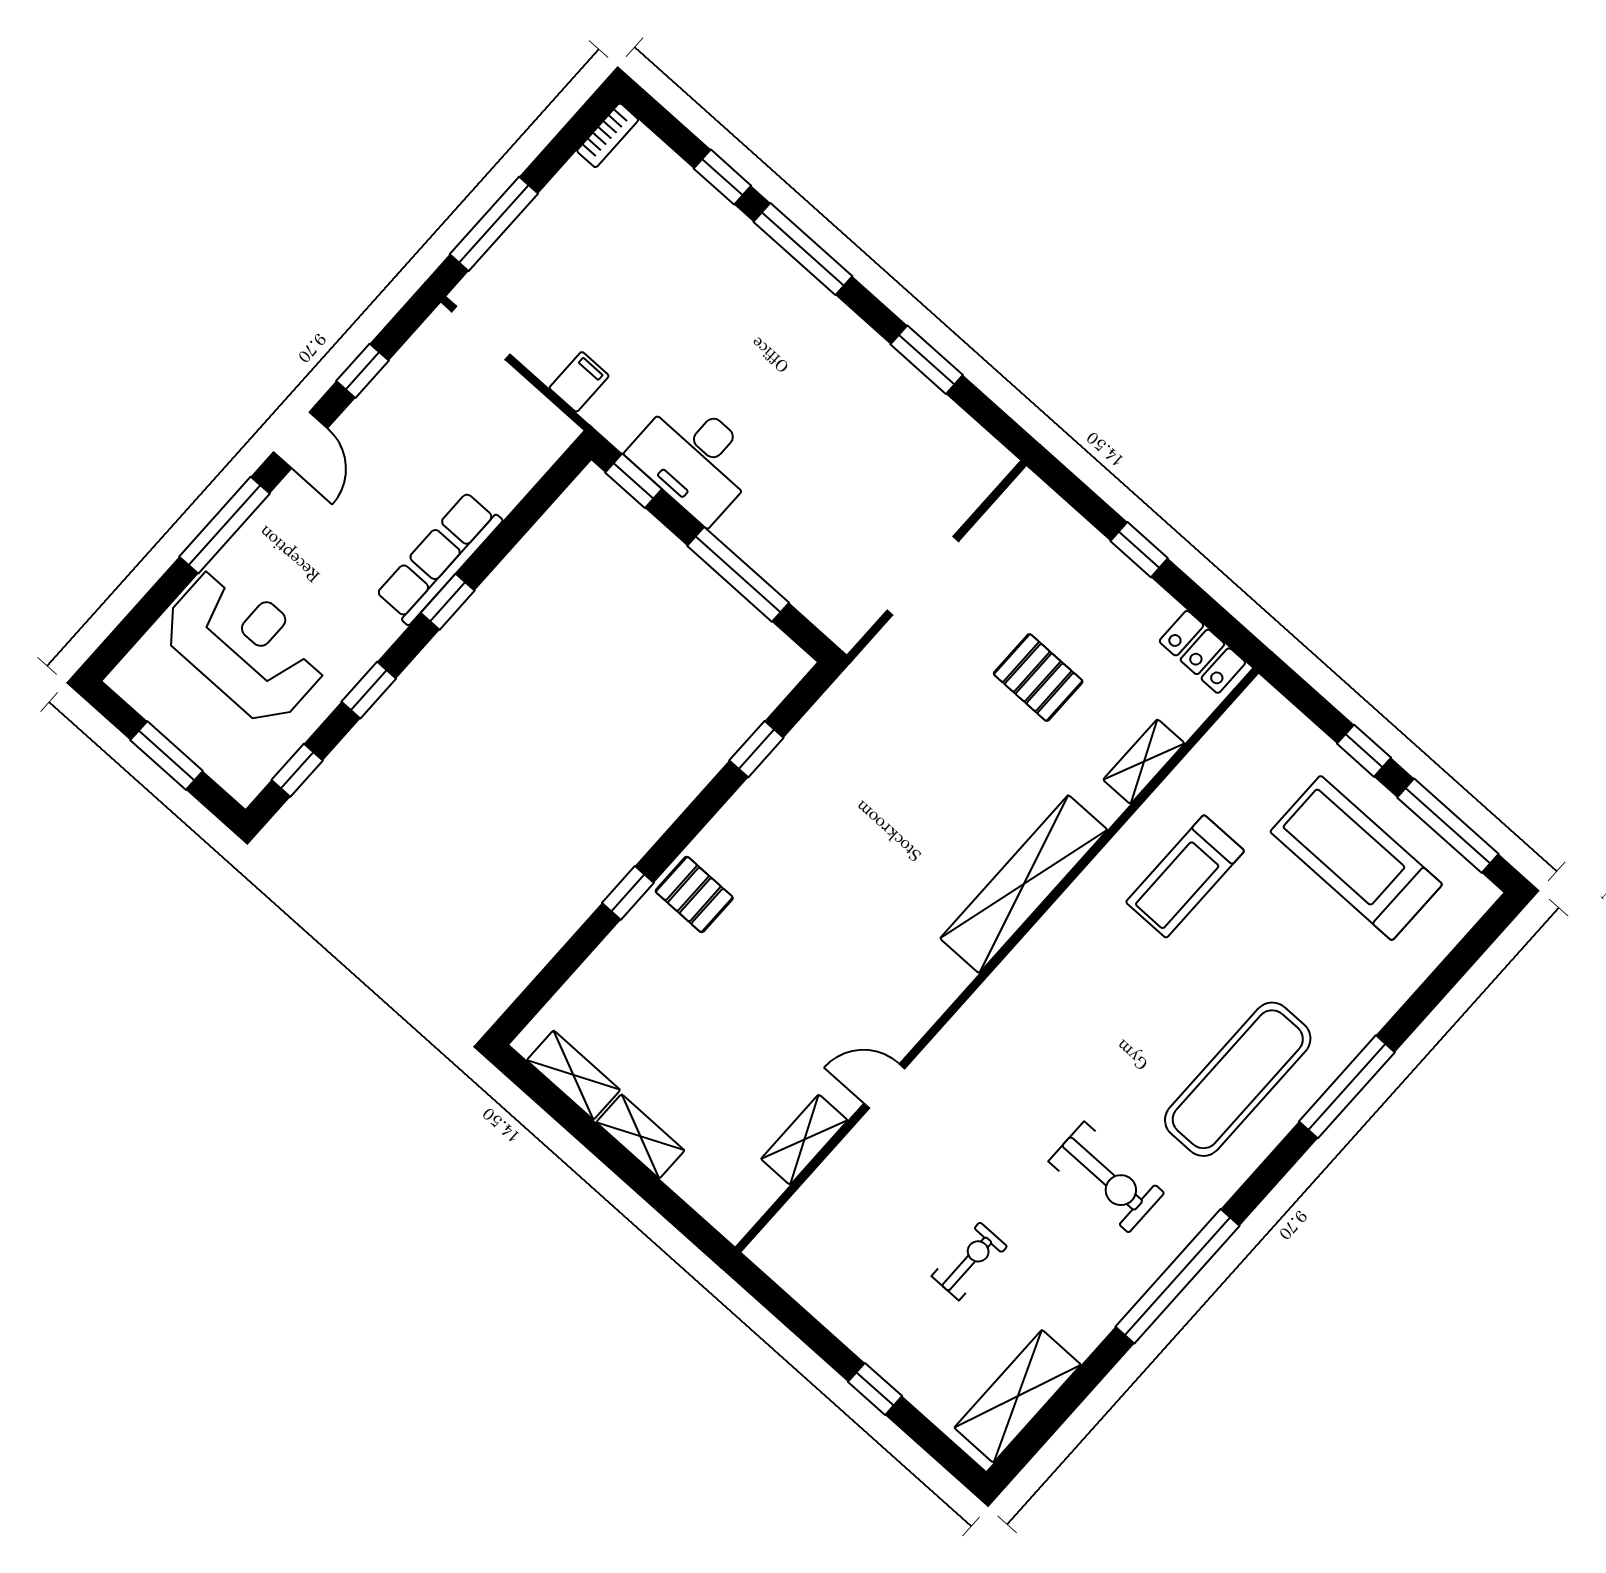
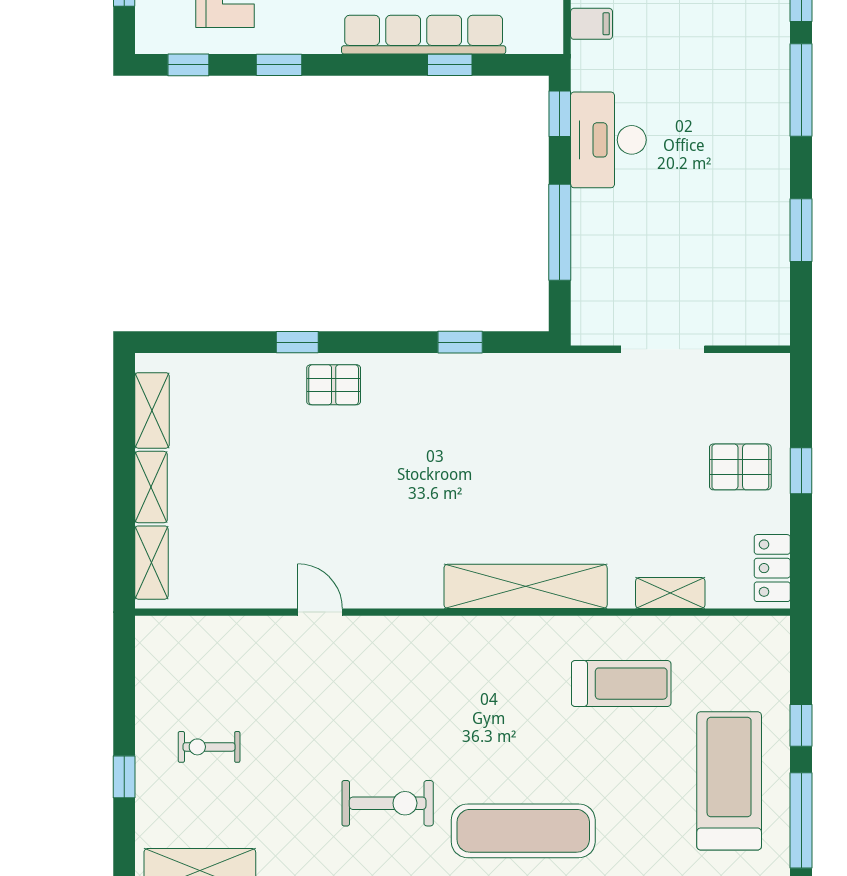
row of seats: (439, 558) -> (424, 35), width x1.36
window: (448, 602) -> (450, 65), moved
pallet: (1038, 678) -> (740, 467), moved, turned 90
treadmill: (1185, 876) -> (621, 684), turned 180
pallet: (694, 894) -> (334, 385), turned 90
shelving: (804, 1140) -> (151, 563), moved, turned 90
exercise bike: (1106, 1177) -> (388, 803), turned -90
exercise bike: (969, 1261) -> (209, 747), moved, turned 180

